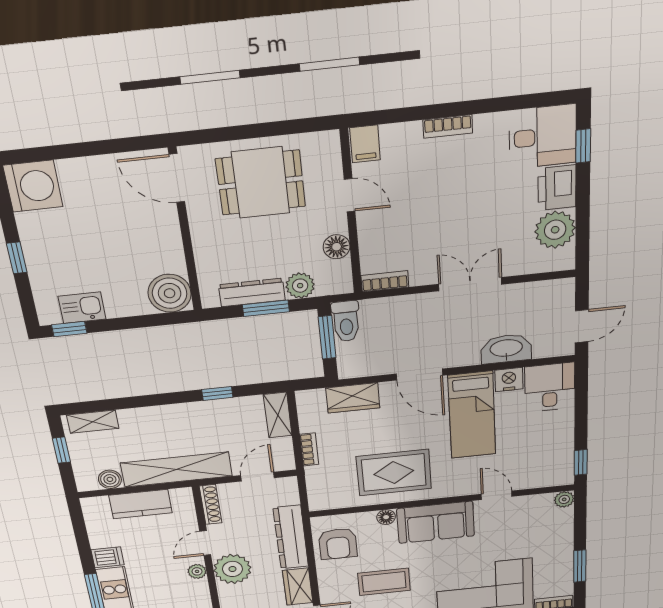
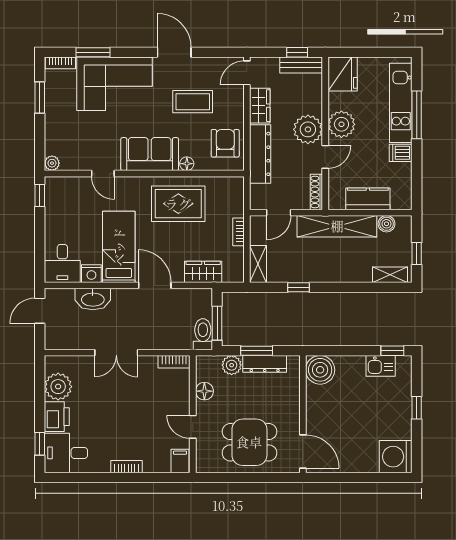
plant: (197, 571) -> (341, 124), width x1.87, depth x1.87

